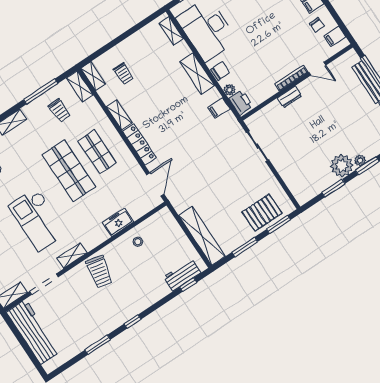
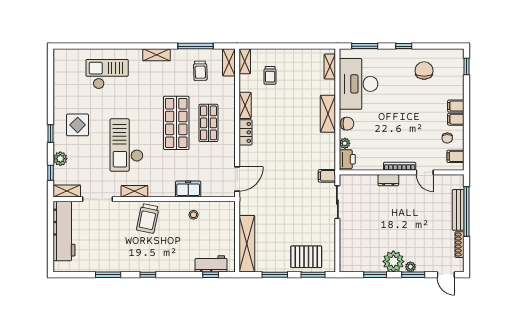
filing cabinet: (219, 108) -> (327, 176), moved
locker: (139, 144) -> (246, 132), width x0.66

